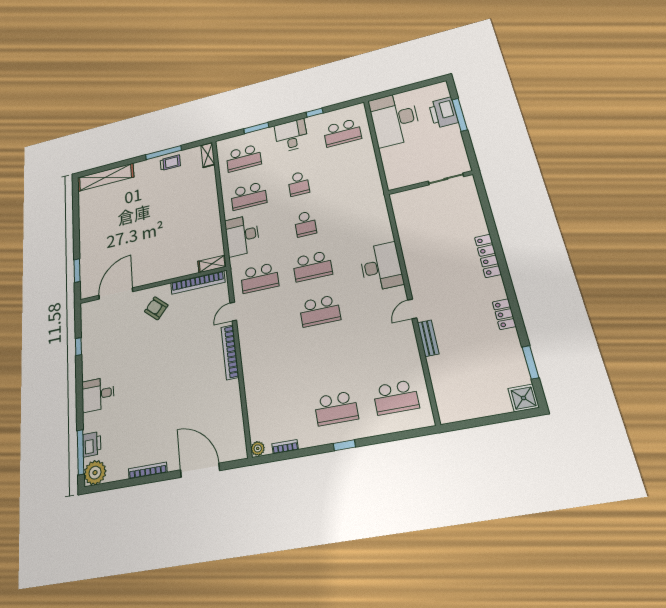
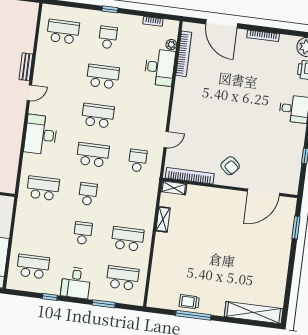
shelving: (208, 155) -> (163, 219), moved
school desk: (358, 211) -> (43, 188), added
desk: (242, 235) -> (160, 67), moved
school desk: (259, 278) -> (138, 161), width x0.54
bookcase: (230, 352) -> (184, 54), moved
school desk: (328, 358) -> (103, 77), added
school desk: (336, 408) -> (108, 37), width x0.54
plant: (258, 448) -> (171, 45), moved

